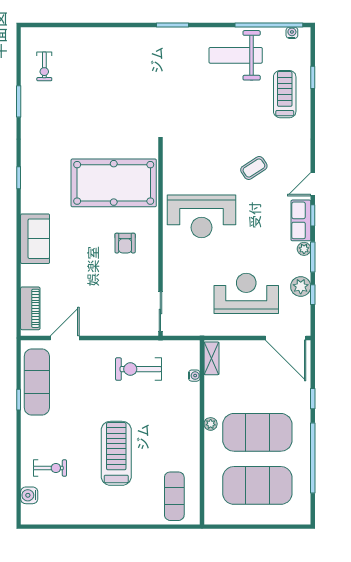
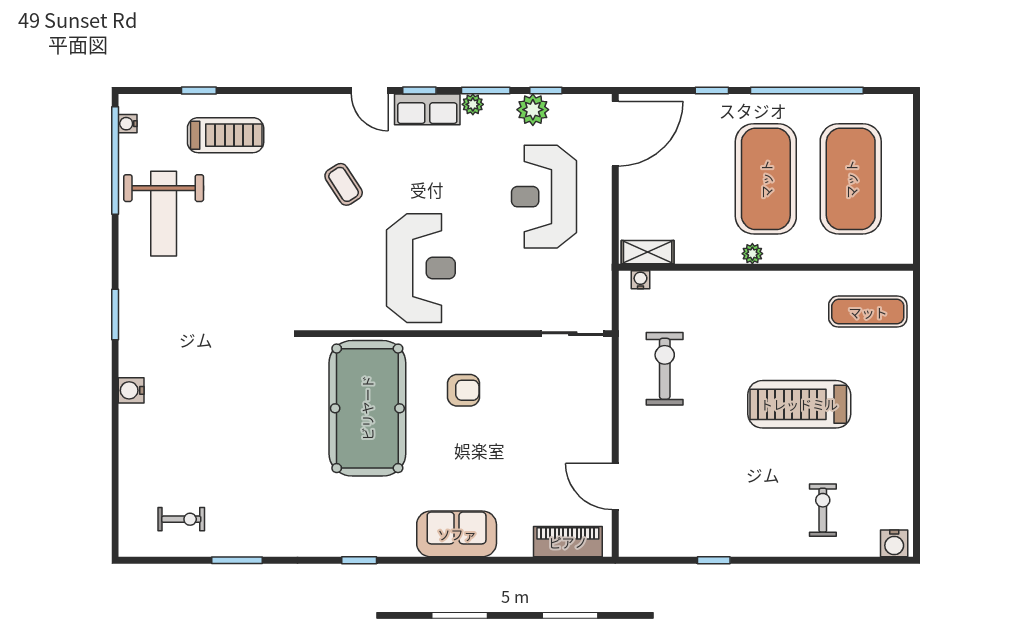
water cooler: (125, 35) -> (131, 390), added
treadmill: (285, 94) -> (226, 135), turned 180
exercise bike: (139, 369) -> (665, 369), turned 180
water cooler: (194, 376) -> (640, 280), moved
exercise mat: (37, 382) -> (685, 531), removed
water cooler: (29, 495) -> (894, 543), moved

